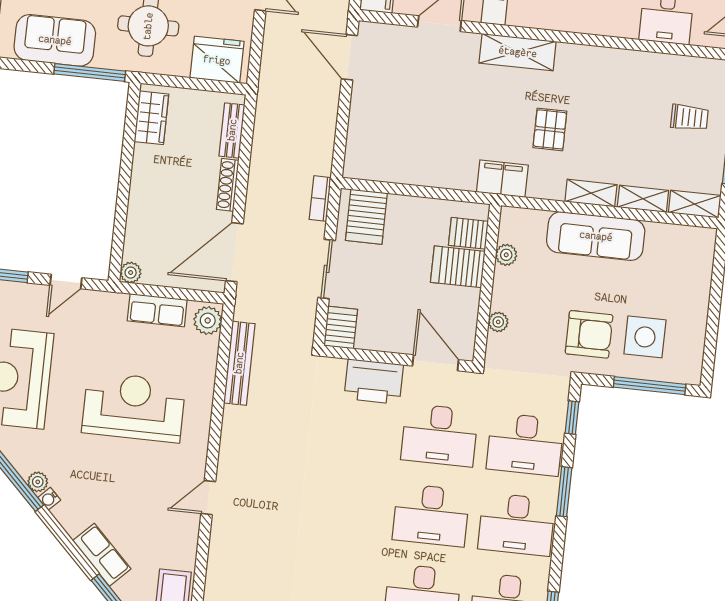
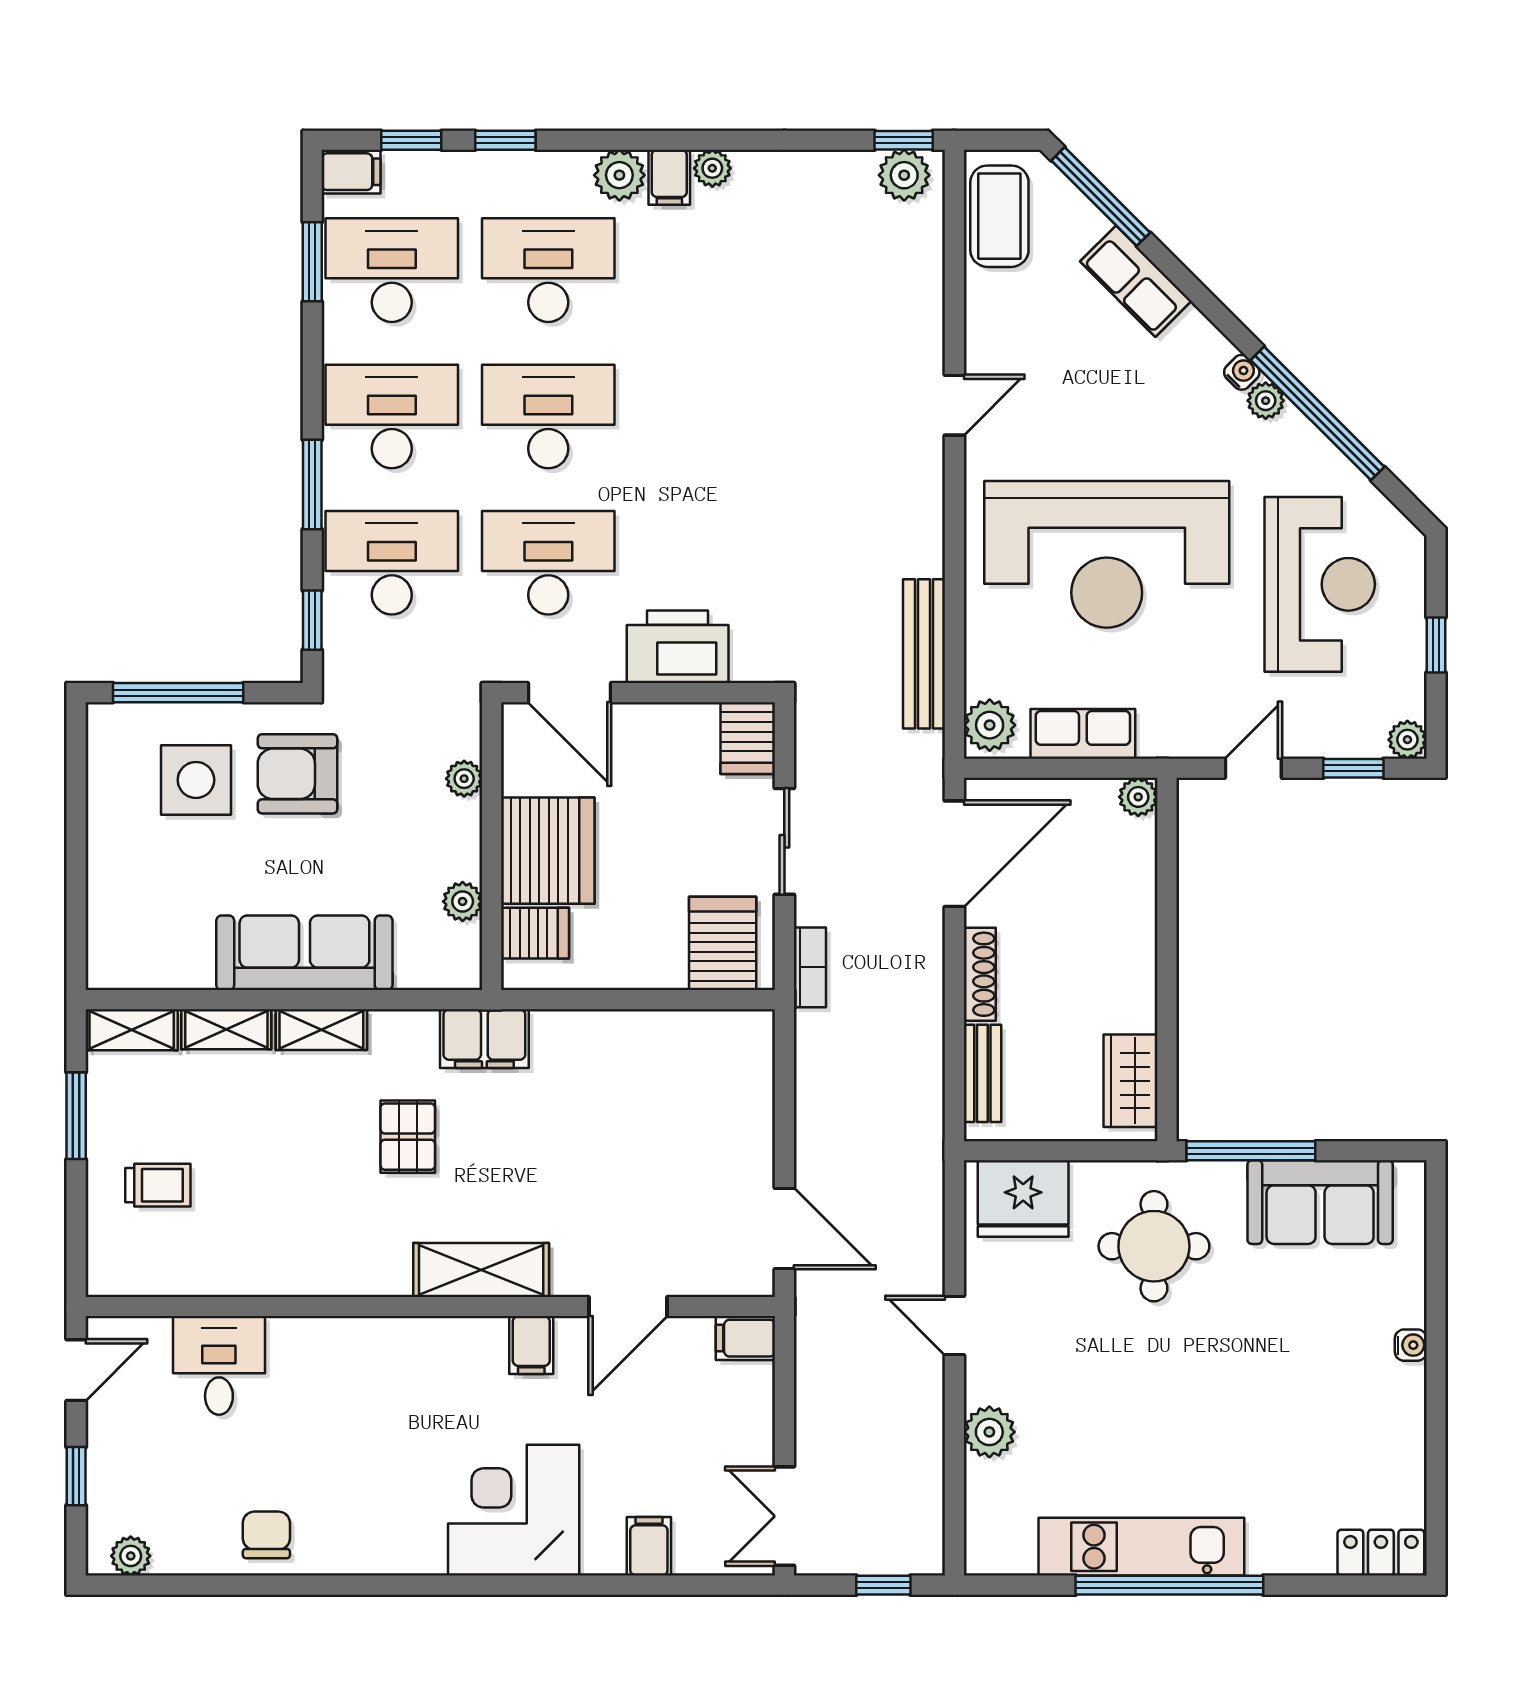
trolley: (689, 118) -> (158, 1185), turned 180
server rack: (458, 267) -> (548, 851), width x1.60
reception desk: (134, 407) -> (1107, 554), width x1.36, depth x1.30

